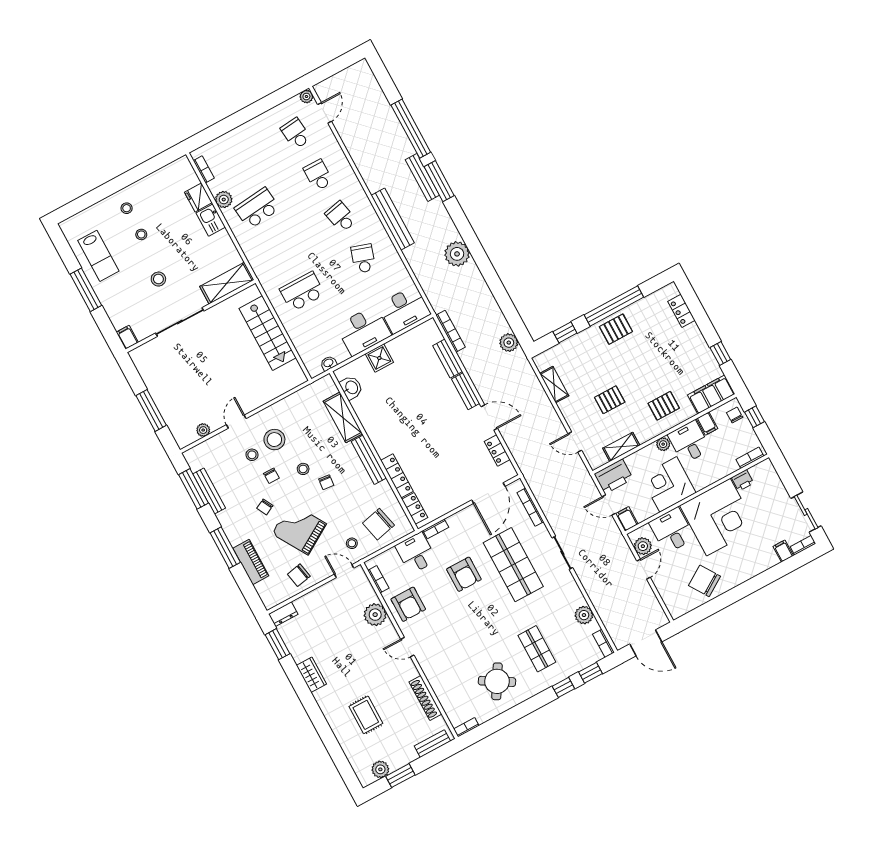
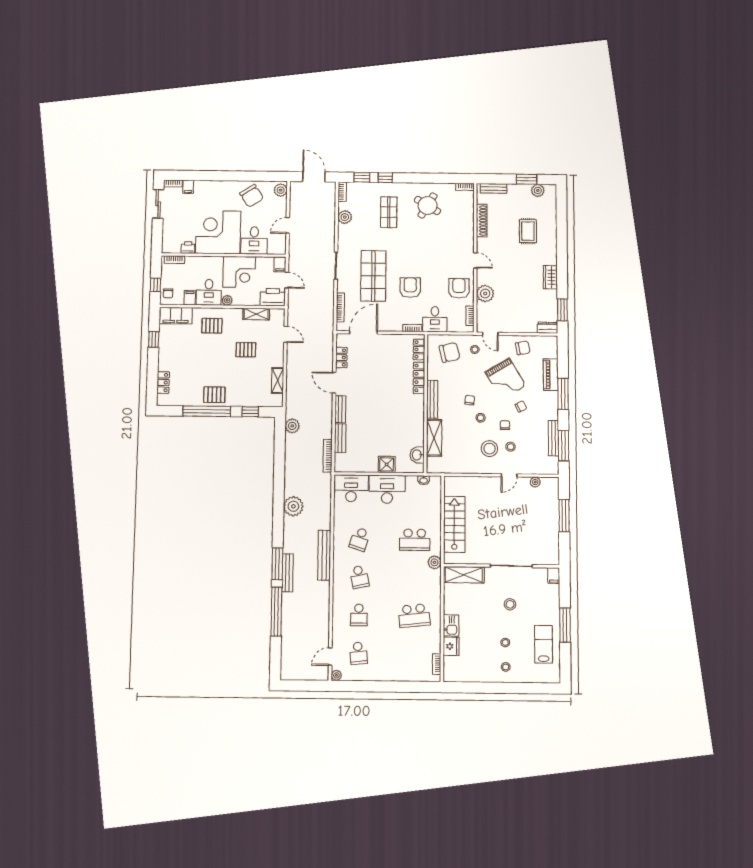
plant: (224, 200) -> (434, 562), moved
plant: (643, 546) -> (281, 190), moved

